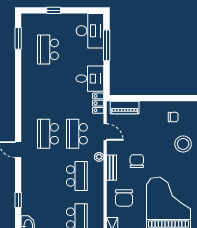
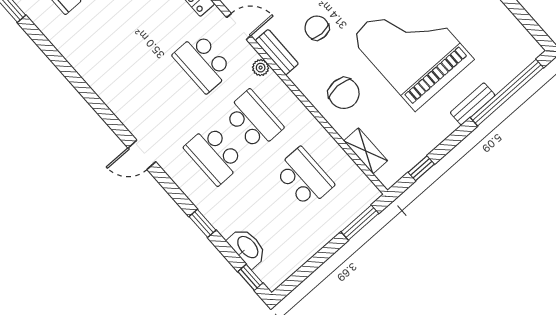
school desk: (48, 134) -> (214, 155), moved
bench: (111, 168) -> (277, 52), moved

